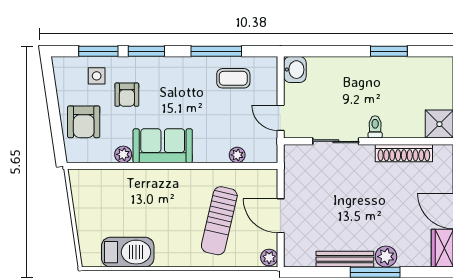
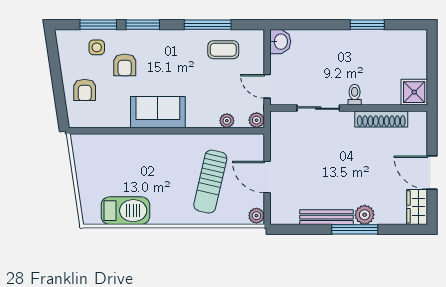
armchair: (84, 122) -> (85, 90), width x0.72, depth x0.72
plant: (123, 154) -> (257, 120), moved

